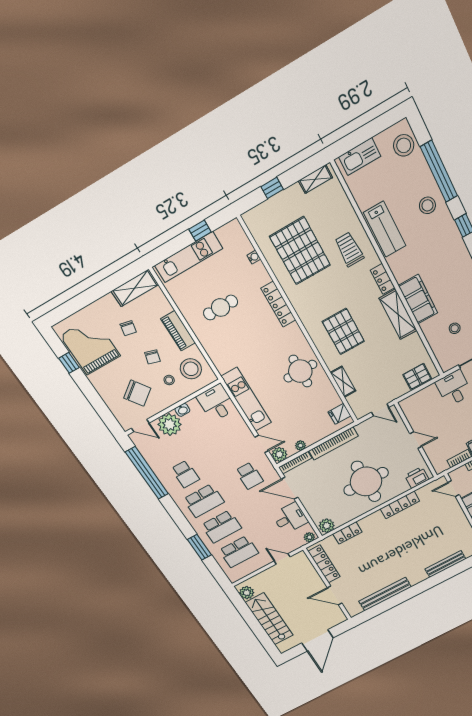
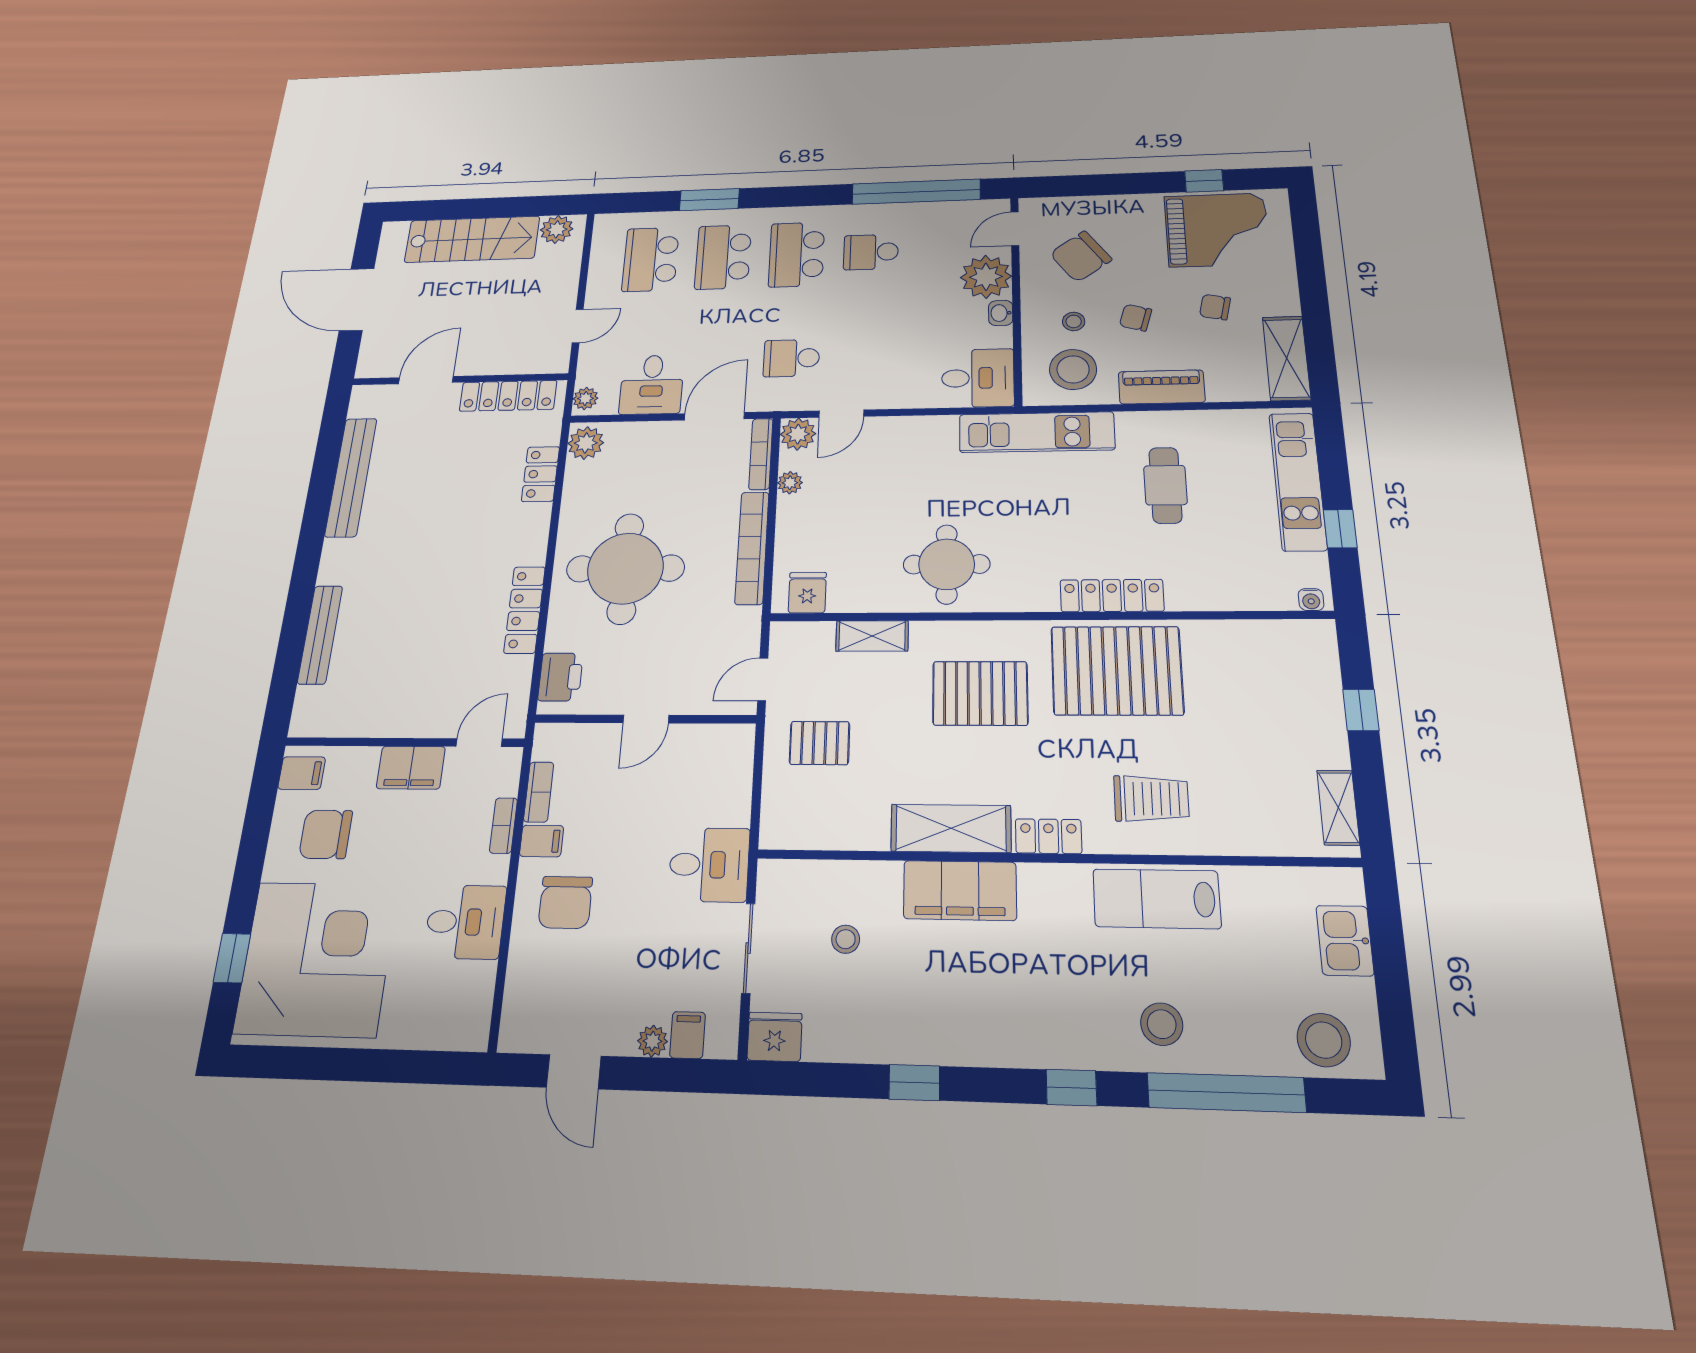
kitchen sink: (360, 157) -> (1345, 941), width x0.73
pallet: (300, 251) -> (1117, 670), moved
water cooler: (254, 257) -> (1311, 600), moved
pallet: (417, 377) -> (820, 743), moved, turned 90
kitchen unit: (246, 399) -> (1037, 432), moved

